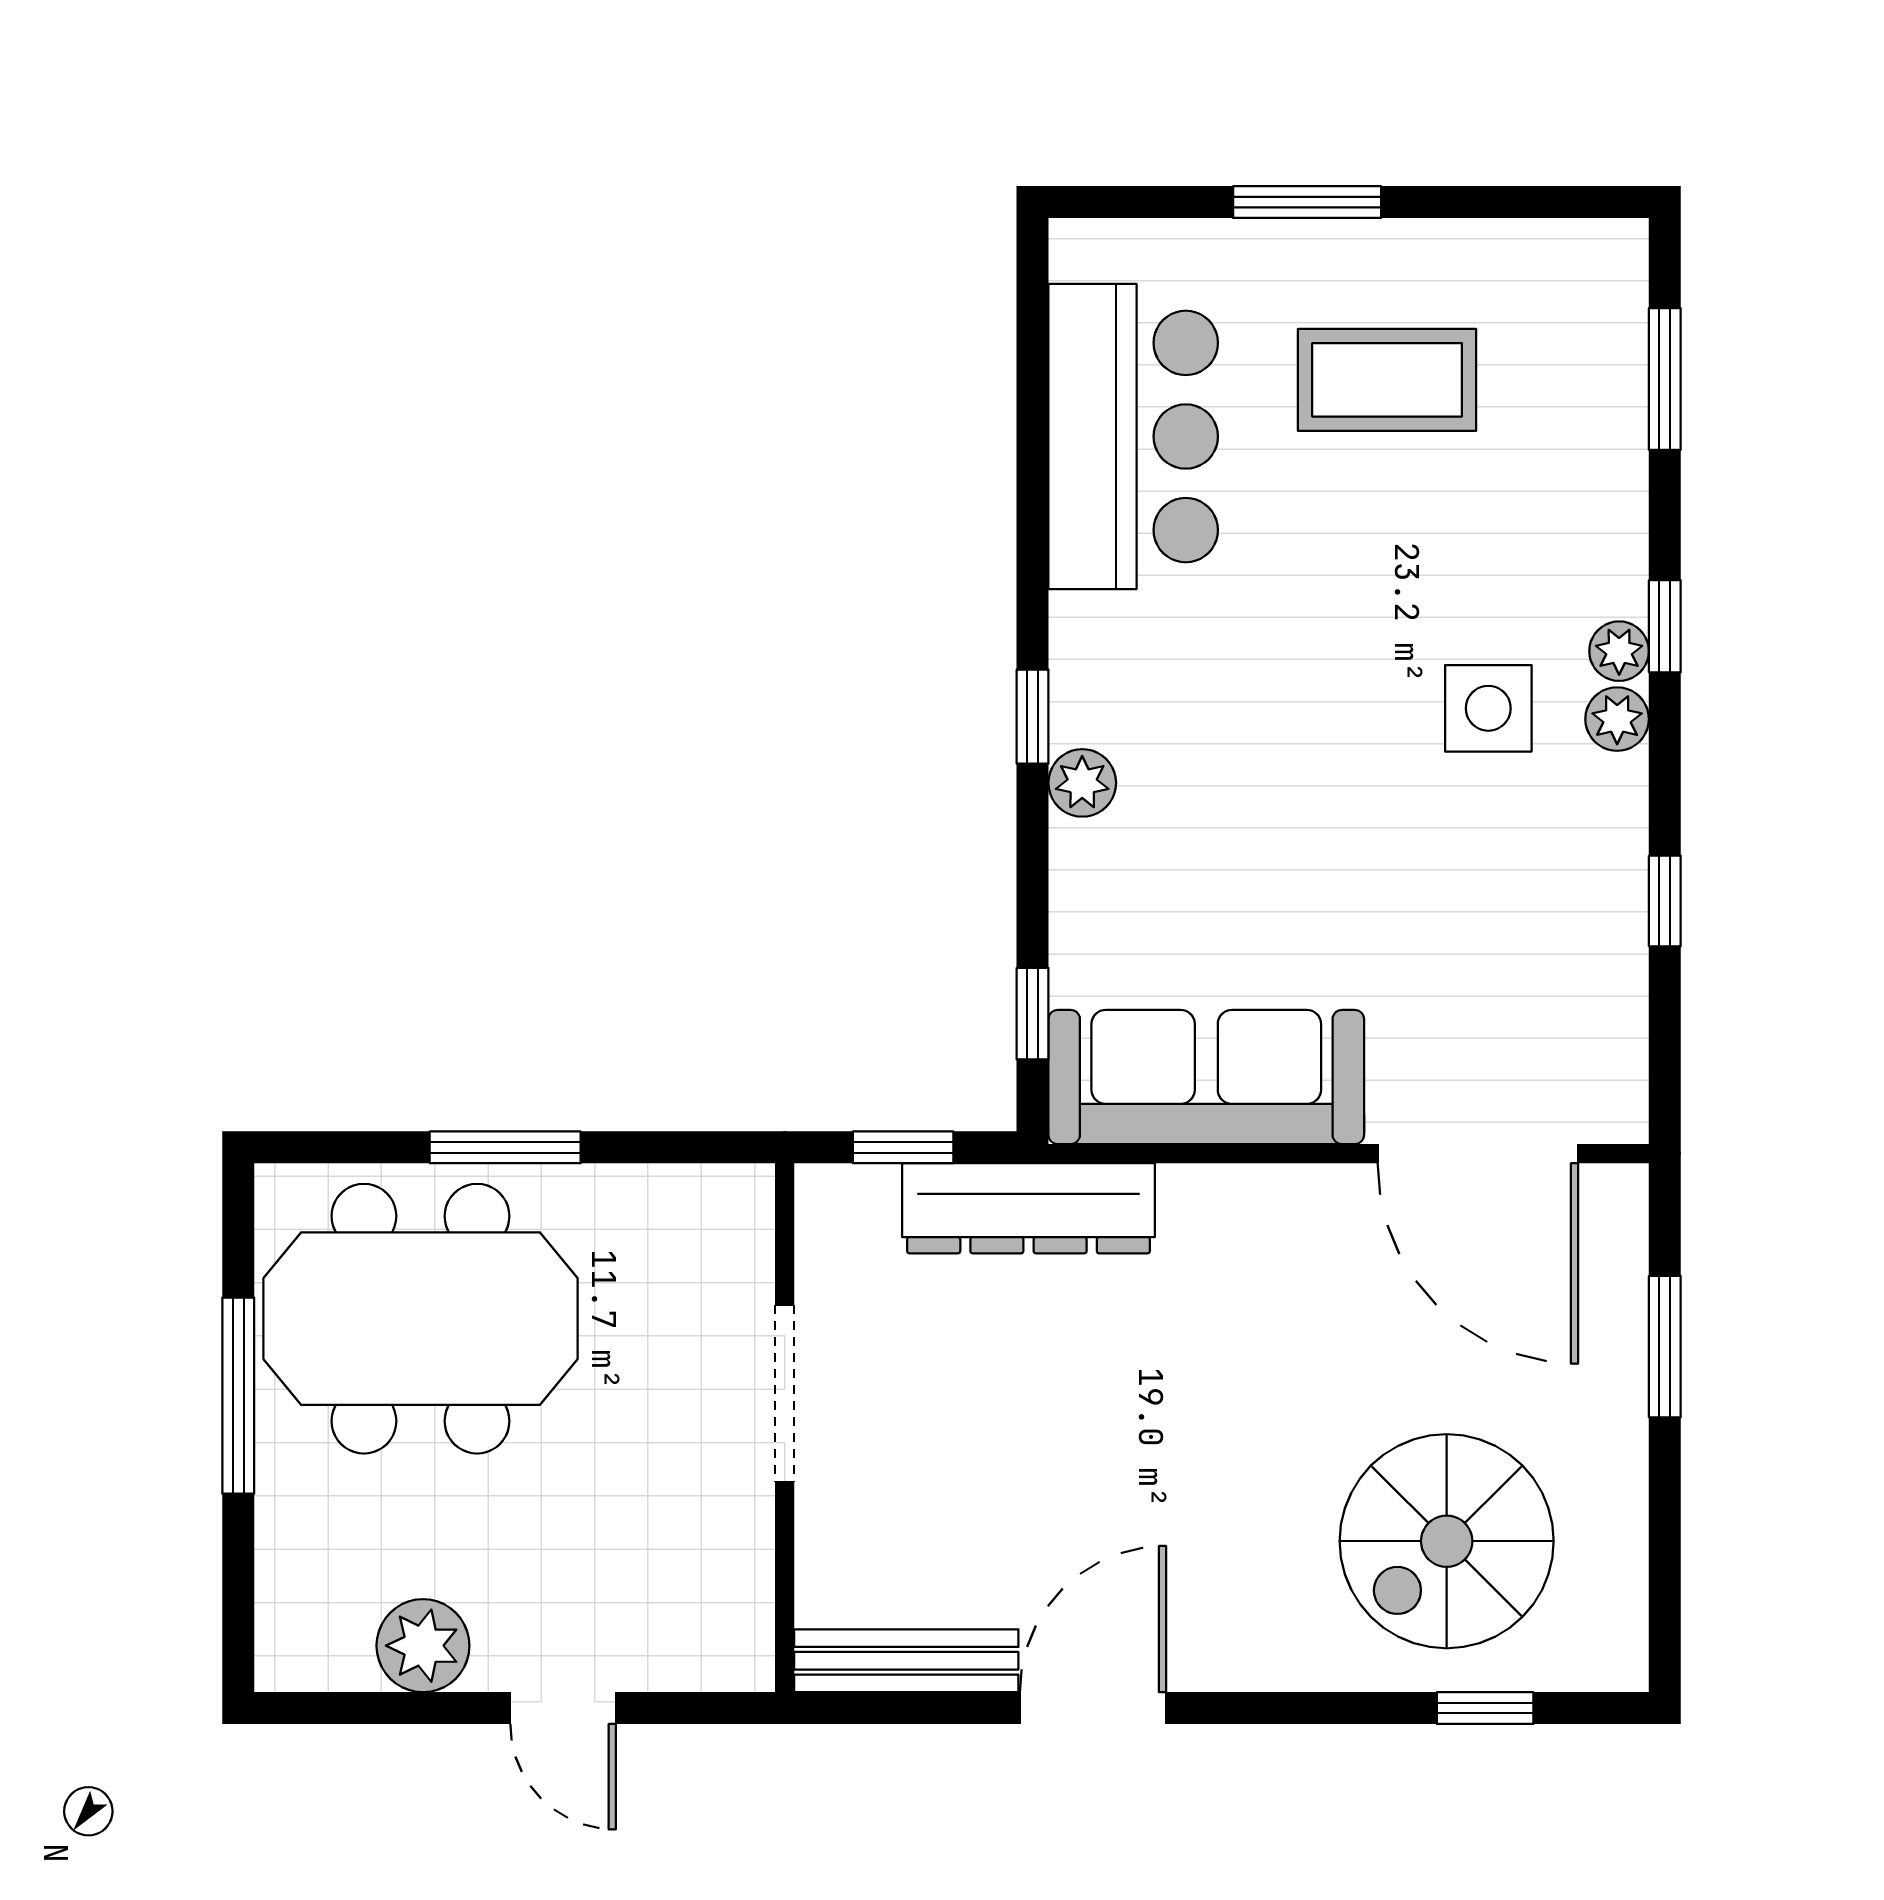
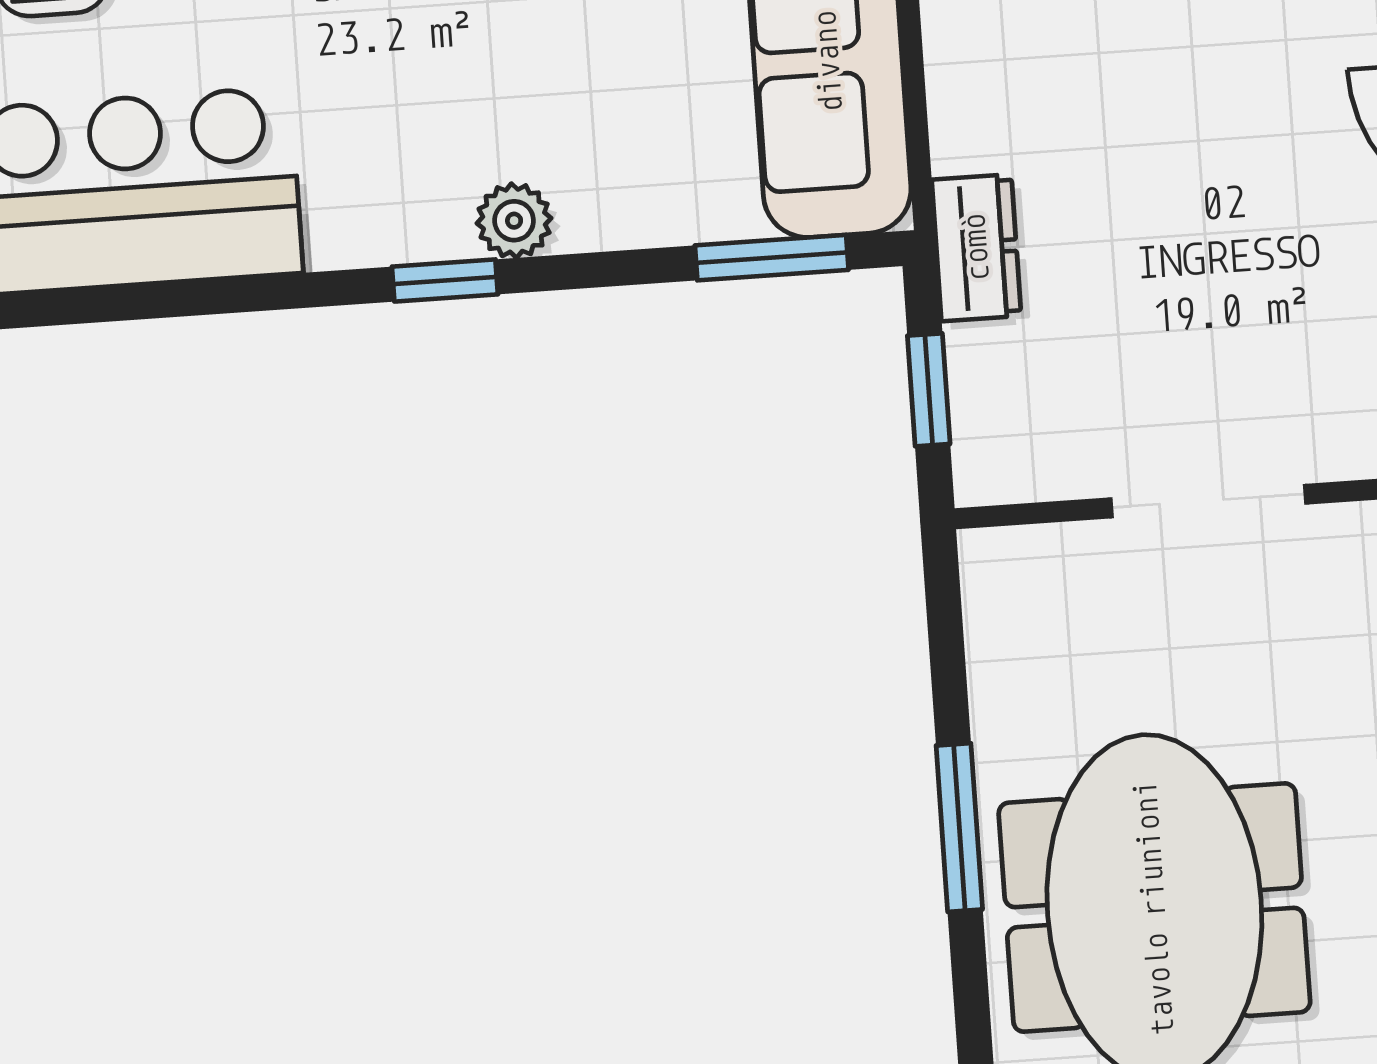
window: (1033, 1014) -> (772, 258), width x1.50
dresser: (1029, 1208) -> (976, 248), width x0.51, depth x0.80

